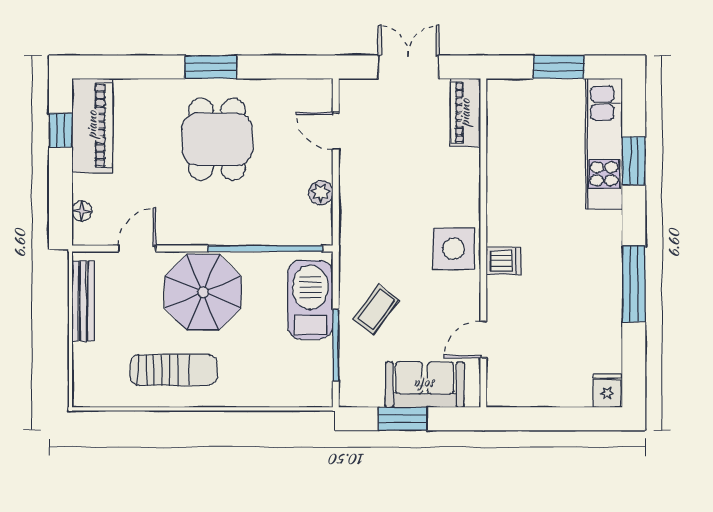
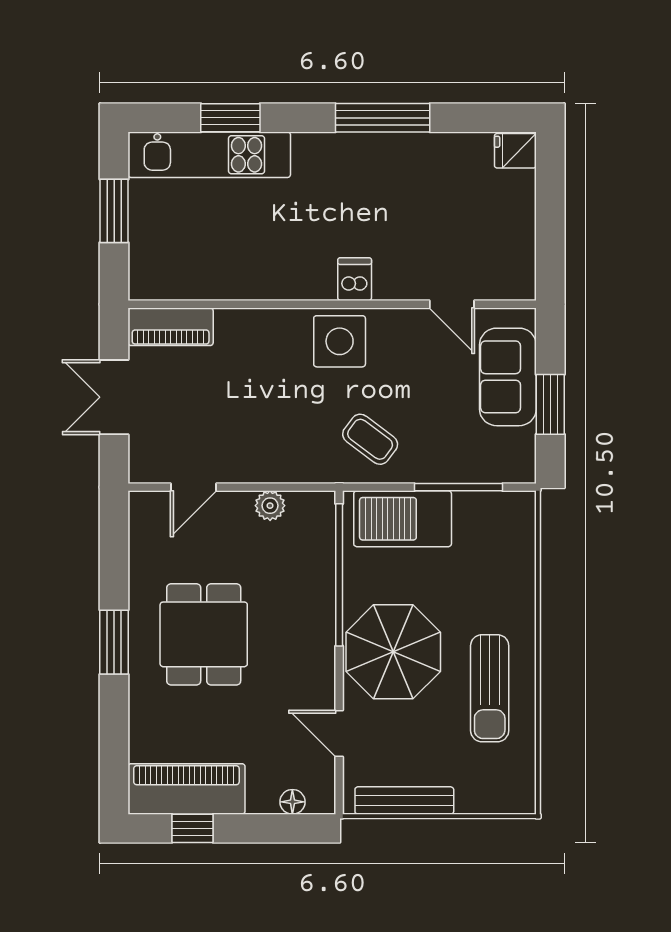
dining table: (217, 139) -> (204, 634), turned 90
coffee table: (376, 310) -> (370, 439), moved
sun lounger: (174, 370) -> (490, 688), turned 180

